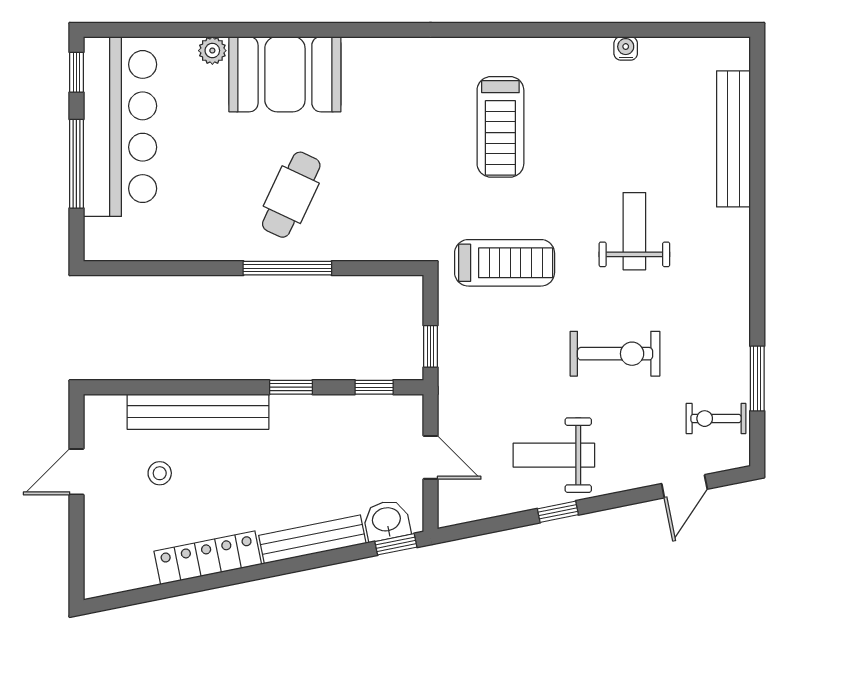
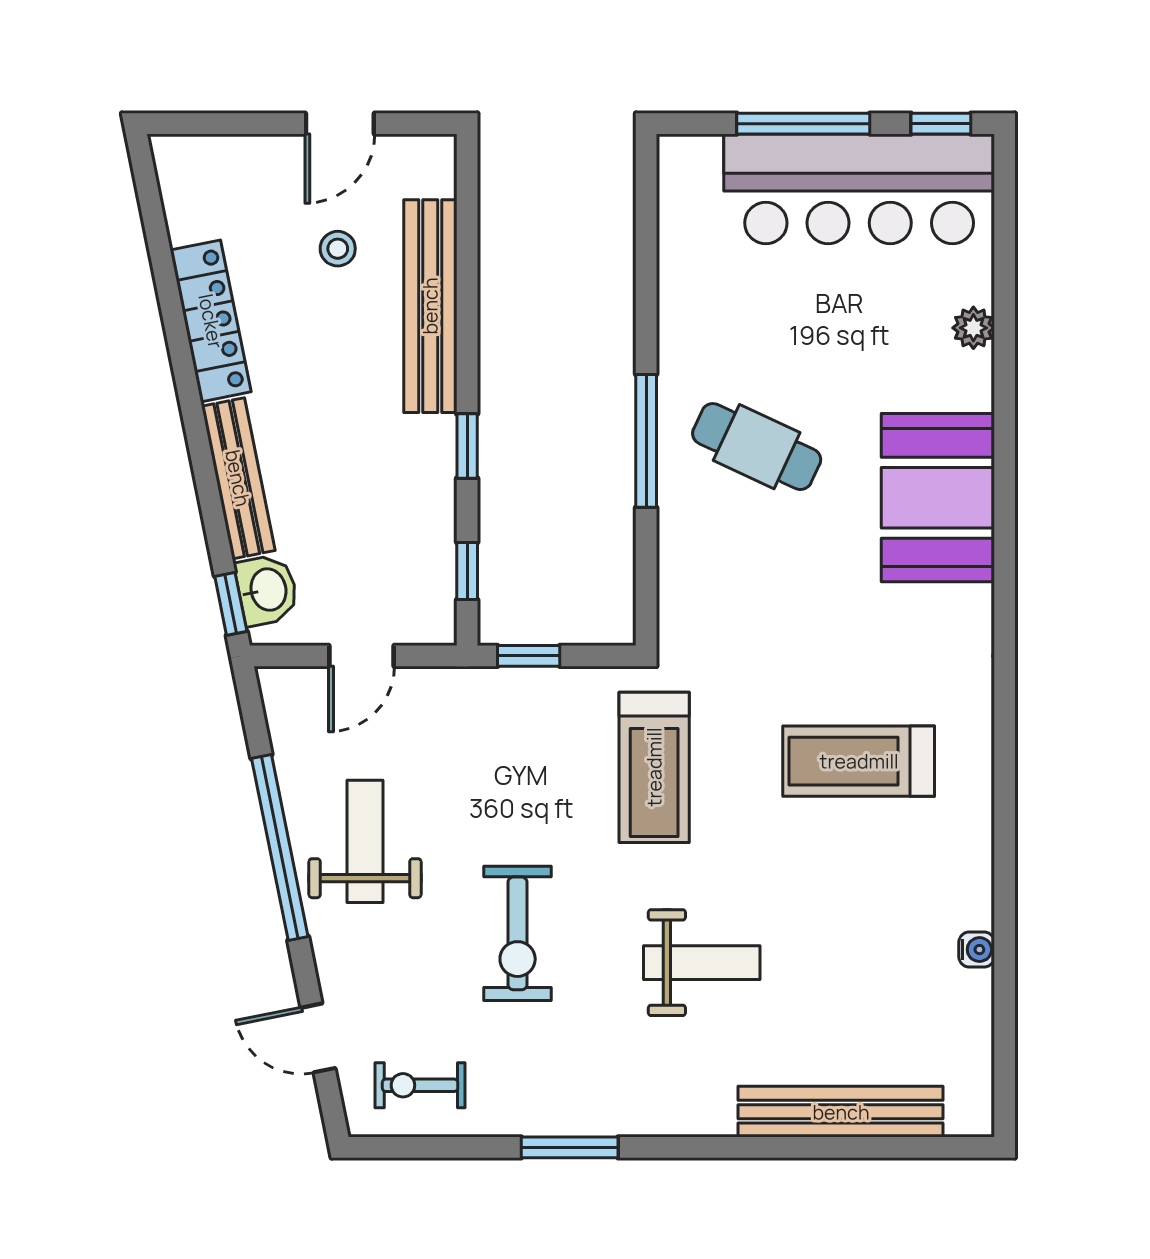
booth: (285, 74) -> (938, 498), moved
window: (757, 379) -> (570, 1147), moved
exercise bike: (716, 419) -> (420, 1085), turned -90
door: (76, 472) -> (340, 124), swing flipped
window: (558, 512) -> (280, 848), width x3.17

